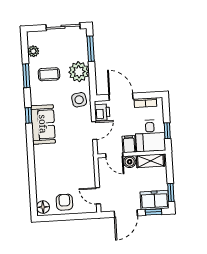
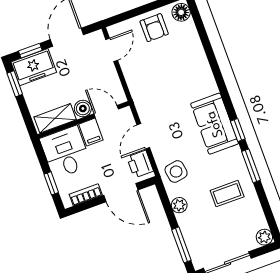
plant: (33, 51) -> (264, 237), moved
plant: (79, 72) -> (179, 205), width x0.53, depth x0.53
window: (26, 76) -> (251, 166), moved
window: (167, 131) -> (51, 183), moved
door: (98, 196) -> (112, 50), hinge flipped

